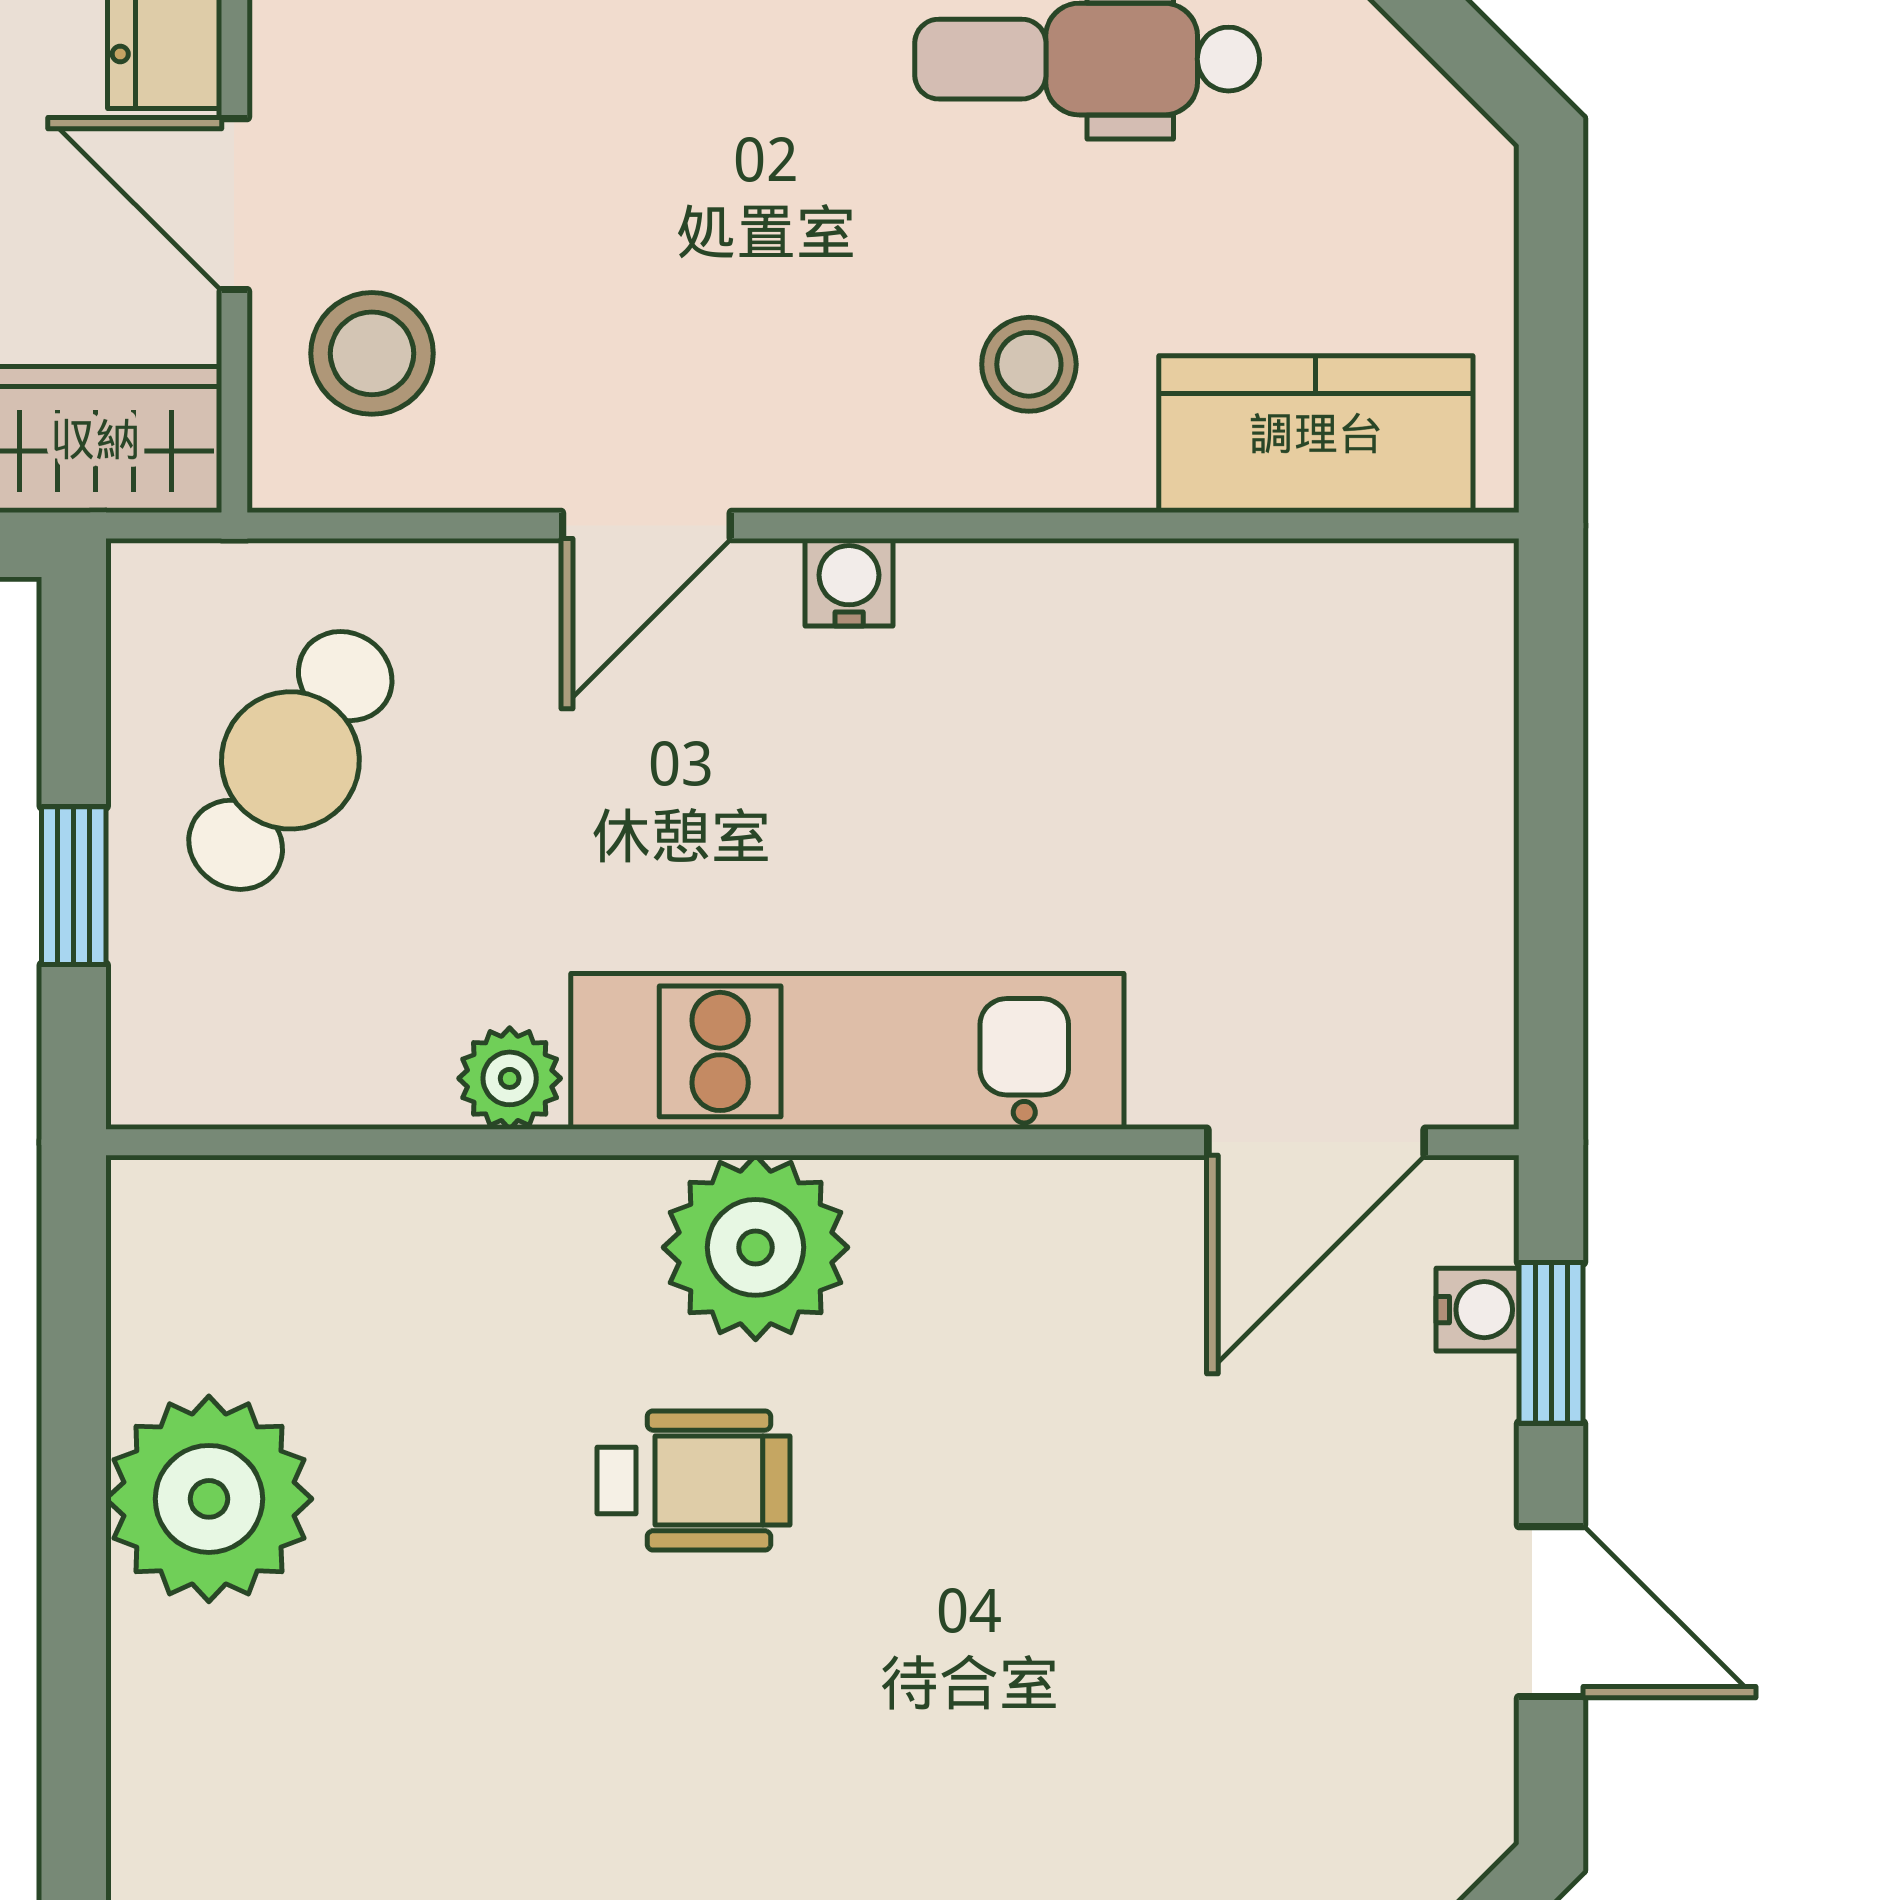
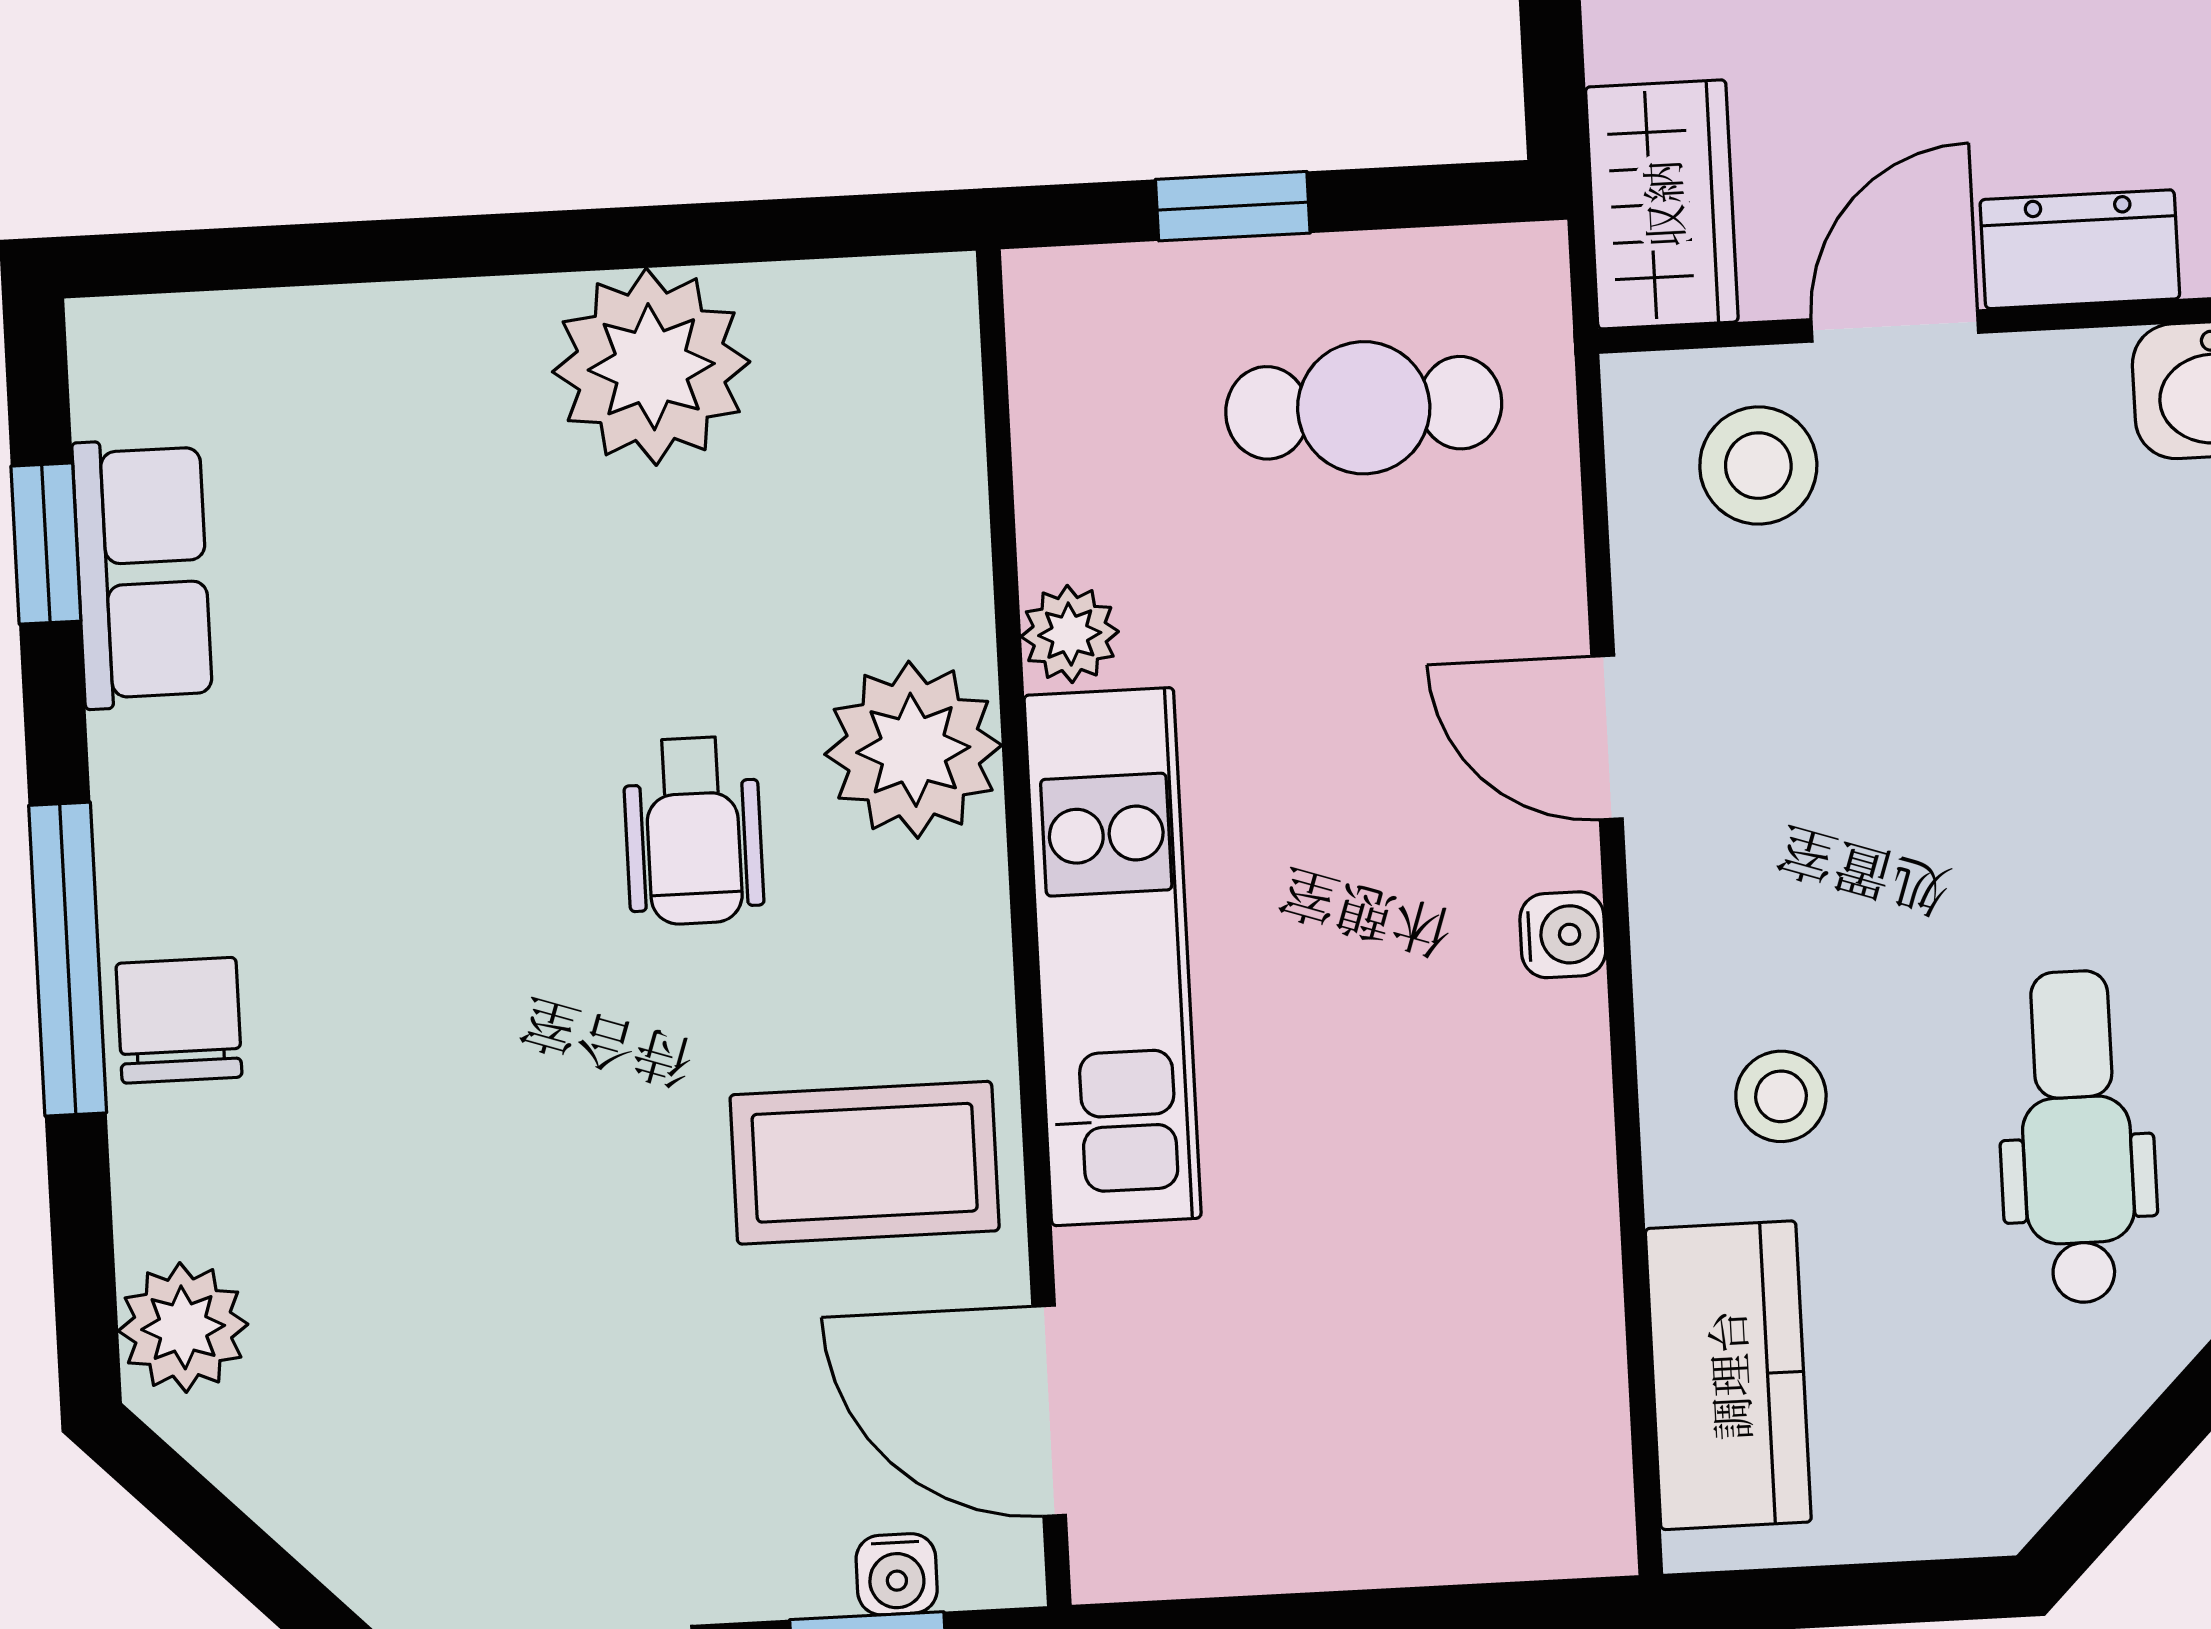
cafe table: (290, 760) -> (1364, 408), turned -33
plant: (756, 1247) -> (913, 750), moved
coffee table: (1048, 1320) -> (865, 1163), added

